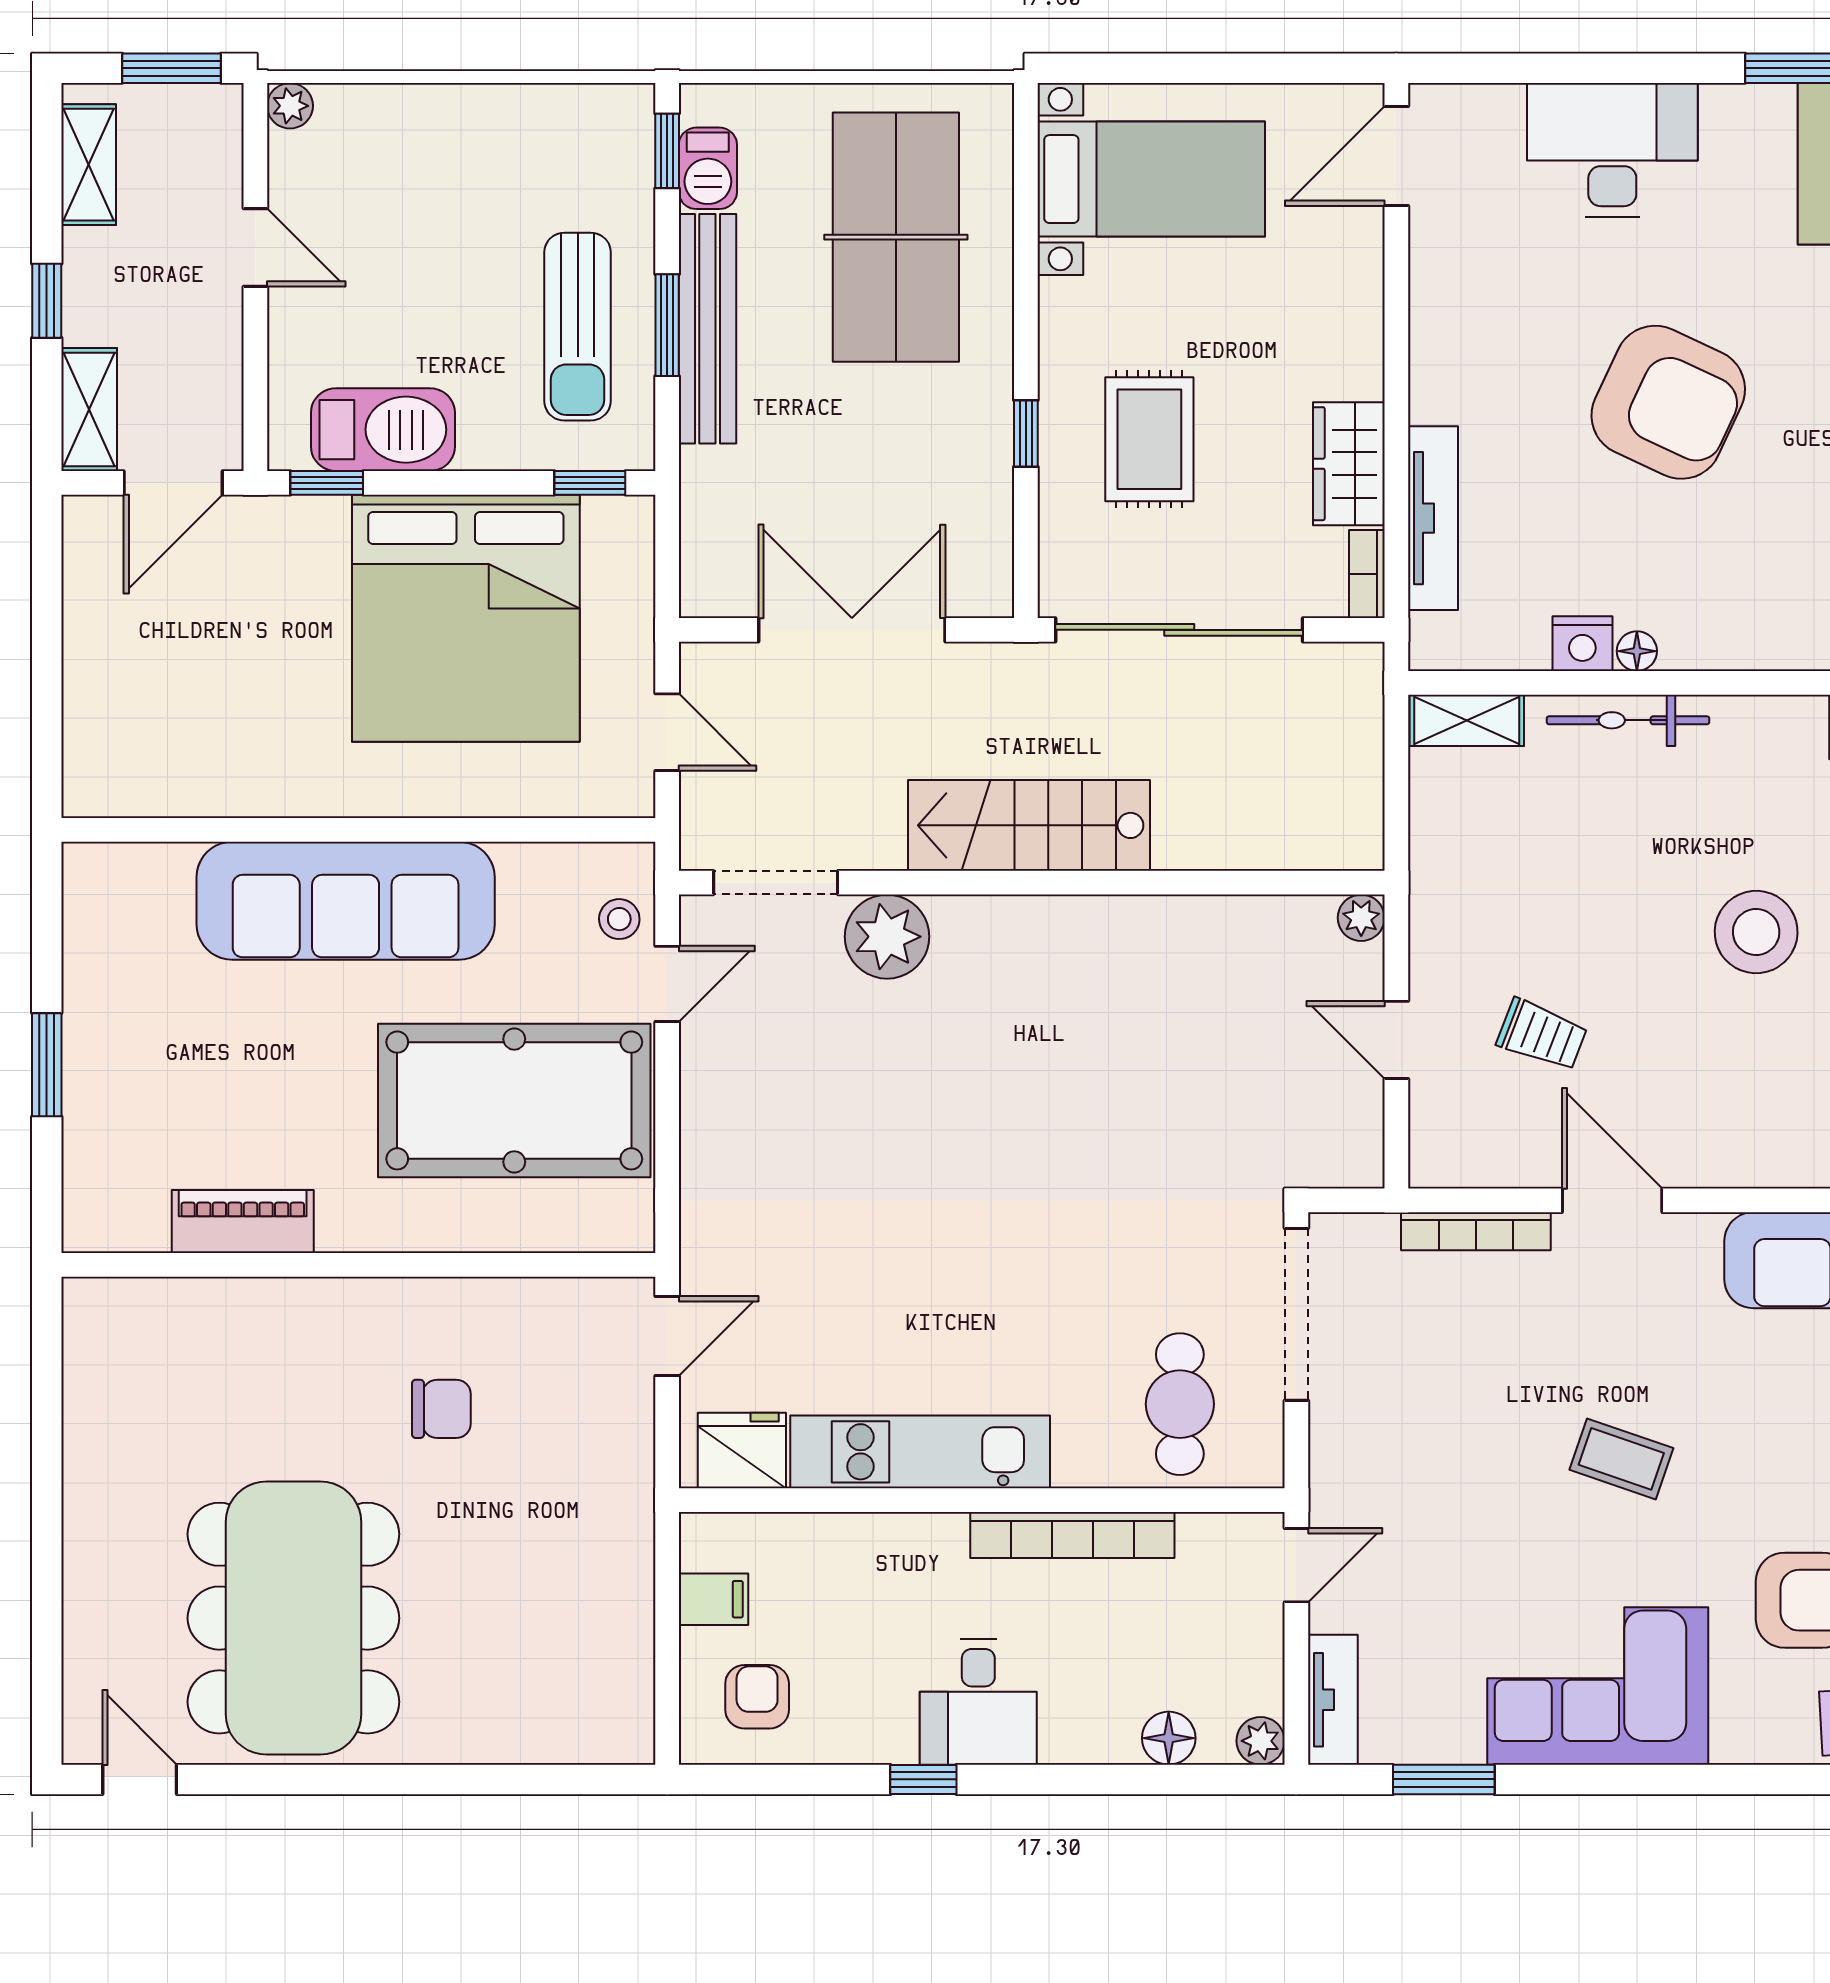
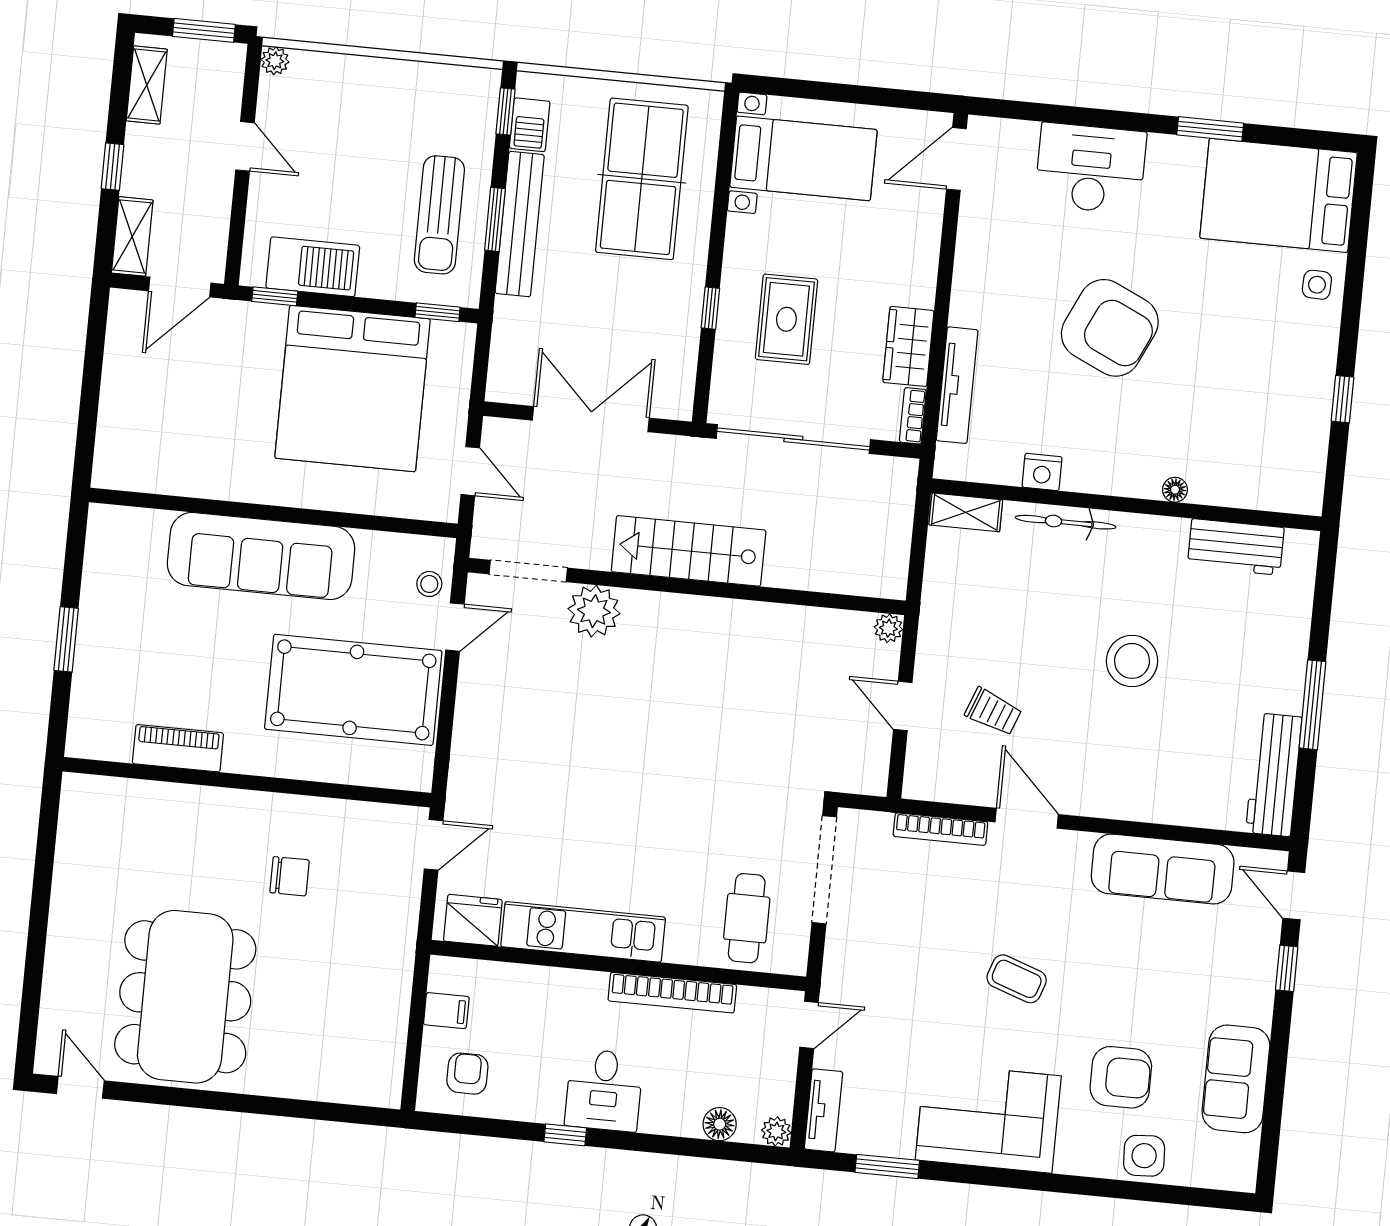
floor lamp: (1637, 651) -> (1175, 490), moved

